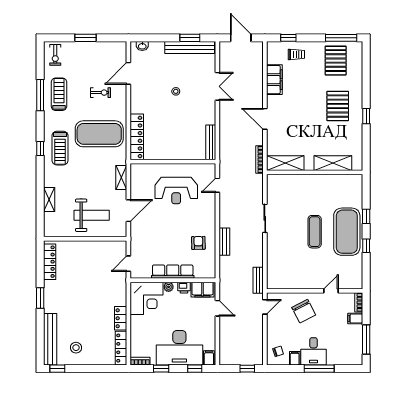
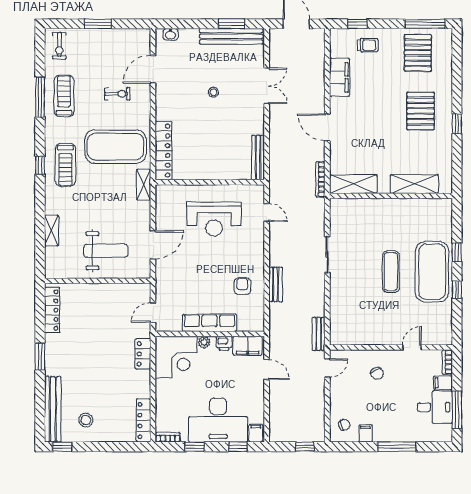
shelving: (121, 177) -> (144, 185), moved
door: (217, 185) -> (267, 212), swing flipped
chair: (304, 311) -> (377, 373), width x0.54, depth x0.54
locker: (121, 318) -> (143, 354), moved
desk: (313, 351) -> (435, 407), moved, turned -90

